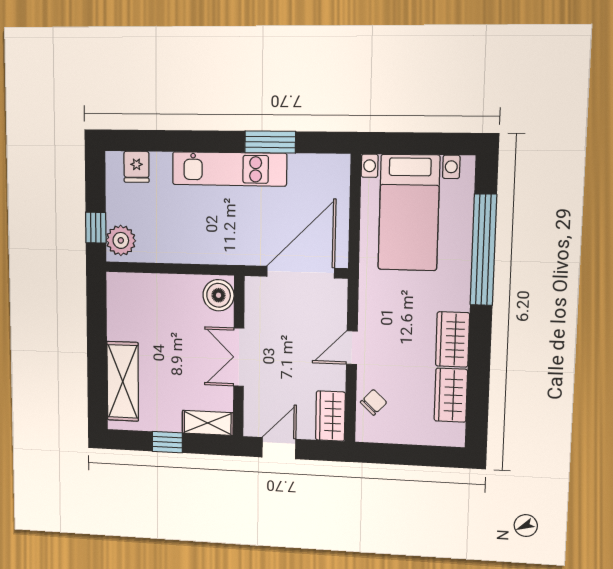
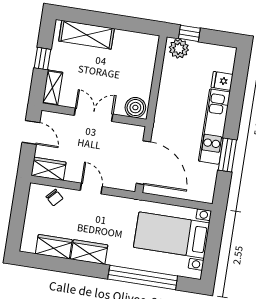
fridge: (137, 167) -> (222, 81), moved

